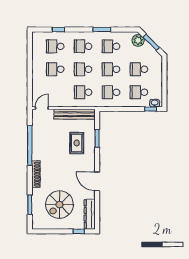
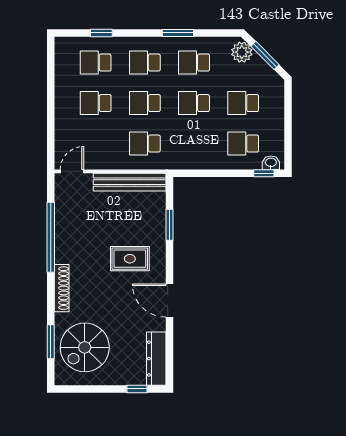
school desk: (111, 92) -> (194, 144), removed
rug: (77, 143) -> (130, 259), moved, turned 90
spiral stairs: (59, 205) -> (85, 347), moved

